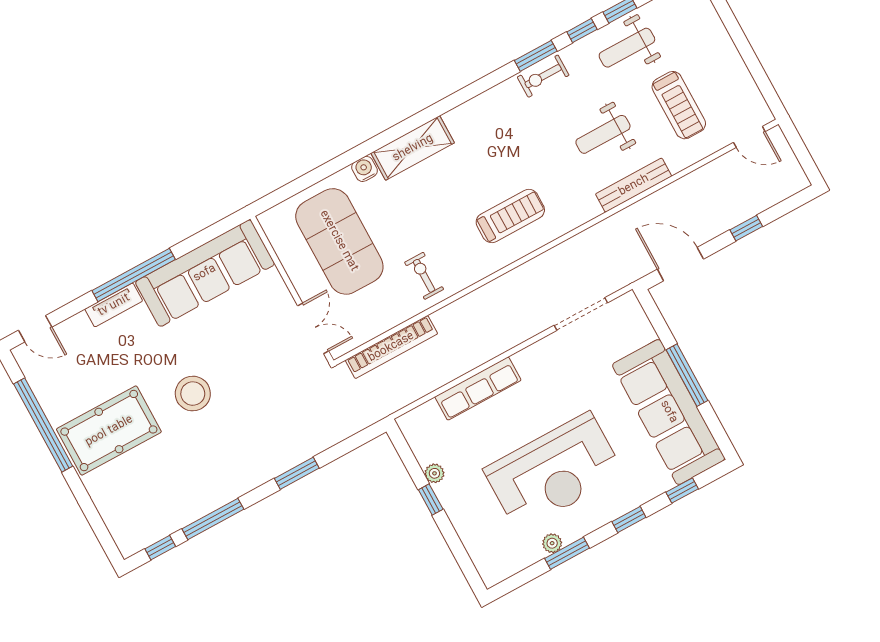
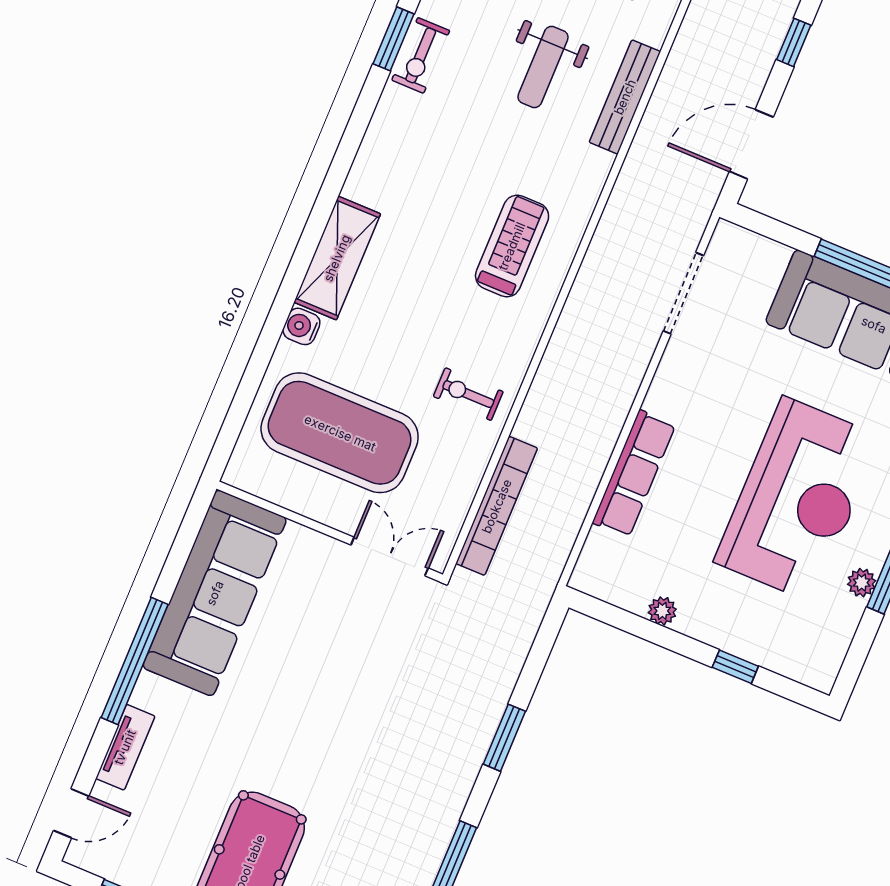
tv unit: (114, 305) -> (125, 747), moved
stool: (193, 394) -> (312, 742), removed
window: (431, 500) -> (735, 667), moved

